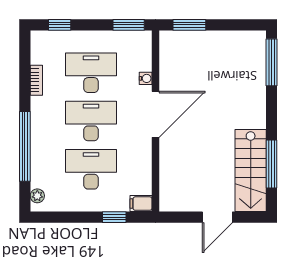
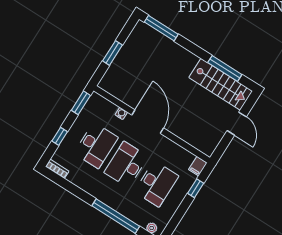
window: (60, 25) -> (60, 136), moved
window: (189, 25) -> (113, 53), moved
desk: (91, 73) -> (96, 145), turned 180
bookcase: (36, 80) -> (57, 169), moved
desk: (91, 169) -> (156, 184), turned 180

